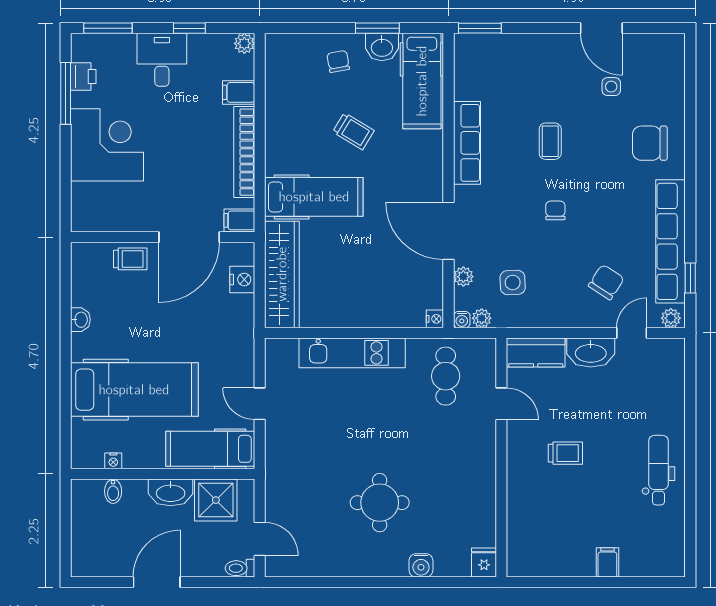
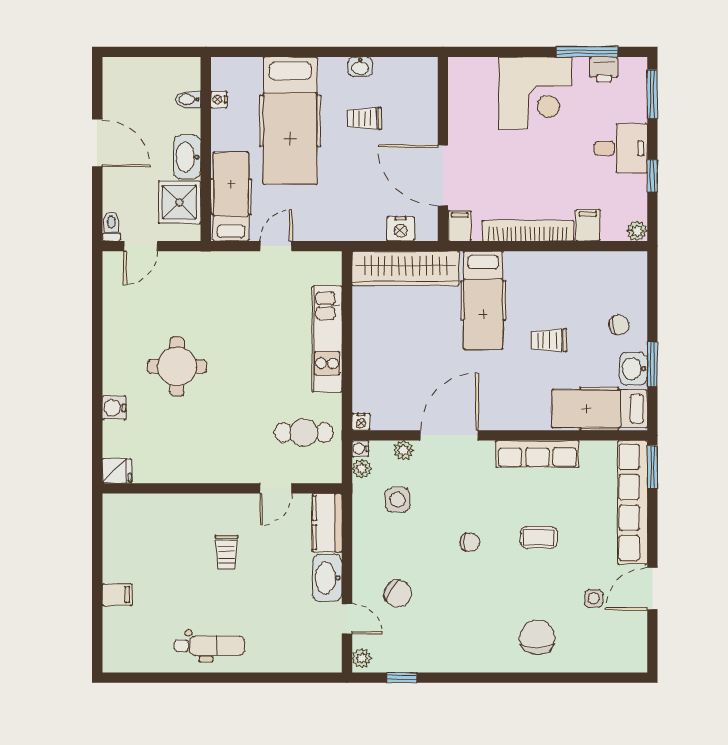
trolley: (353, 131) -> (549, 340), turned 59
row of seats: (671, 241) -> (633, 502), moved, turned -90
trolley: (130, 259) -> (364, 118), moved, turned 90

